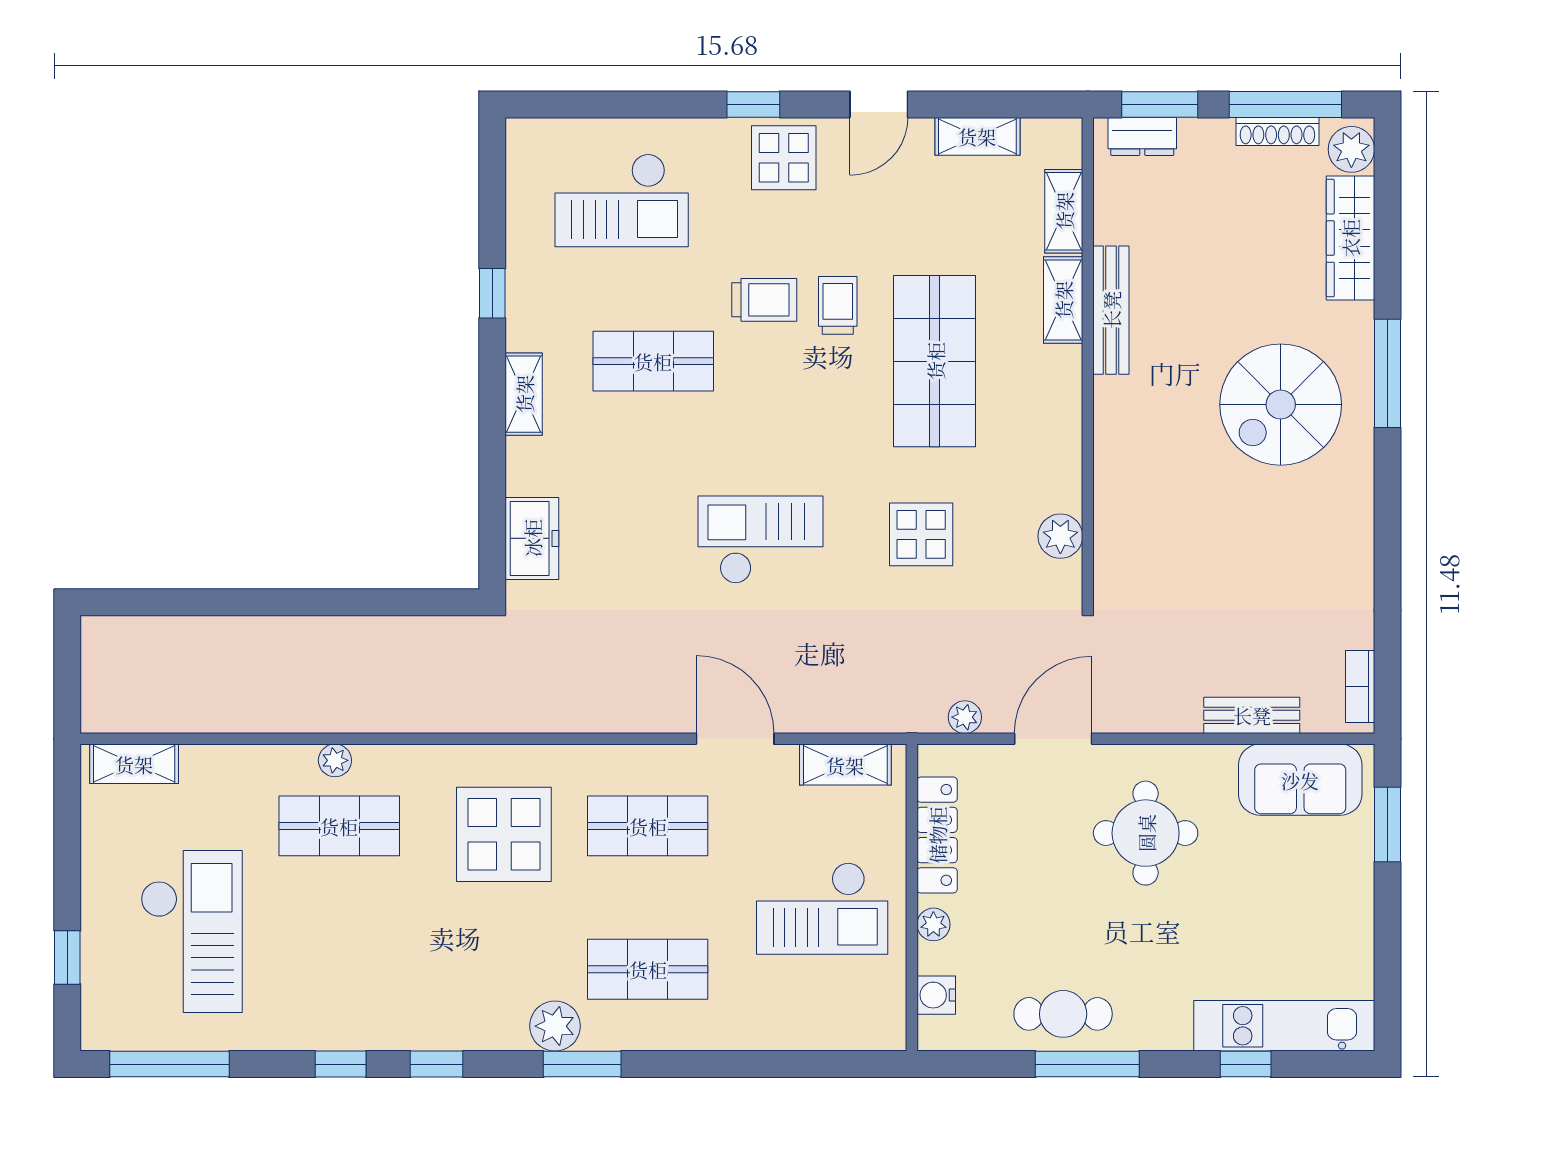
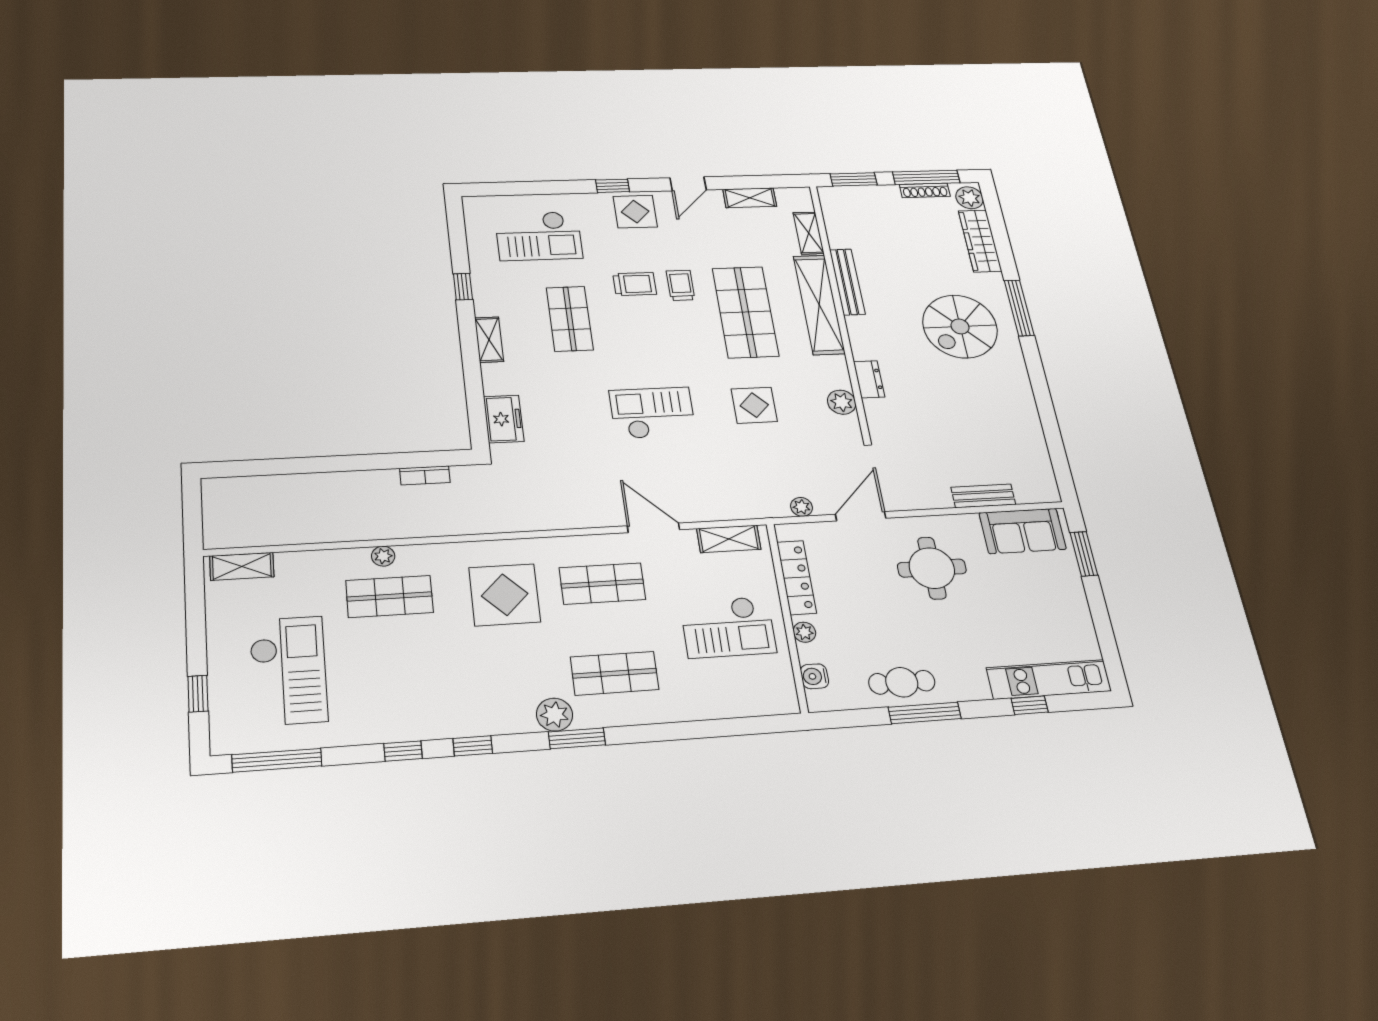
dresser: (1142, 137) -> (869, 379), moved, turned -90
shelving: (1063, 300) -> (819, 304), width x2.20, depth x1.33
shop shelf: (653, 361) -> (570, 319), turned 90
bookcase: (1360, 687) -> (425, 475), moved, turned -90

